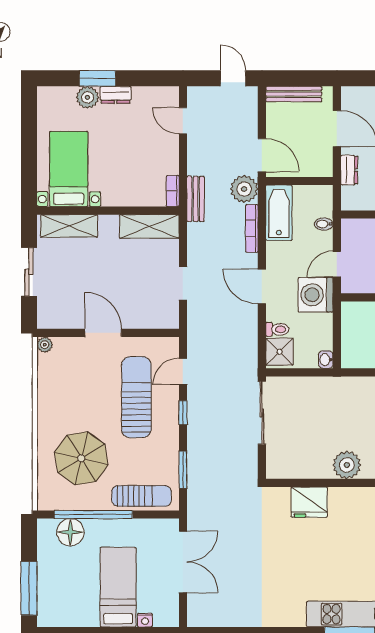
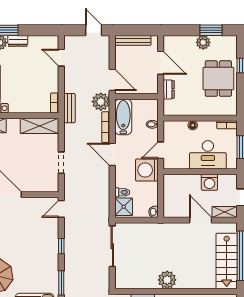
door: (262, 287) -> (112, 154), moved
door: (183, 371) -> (61, 209), moved
sun lounger: (136, 397) -> (31, 236), removed

